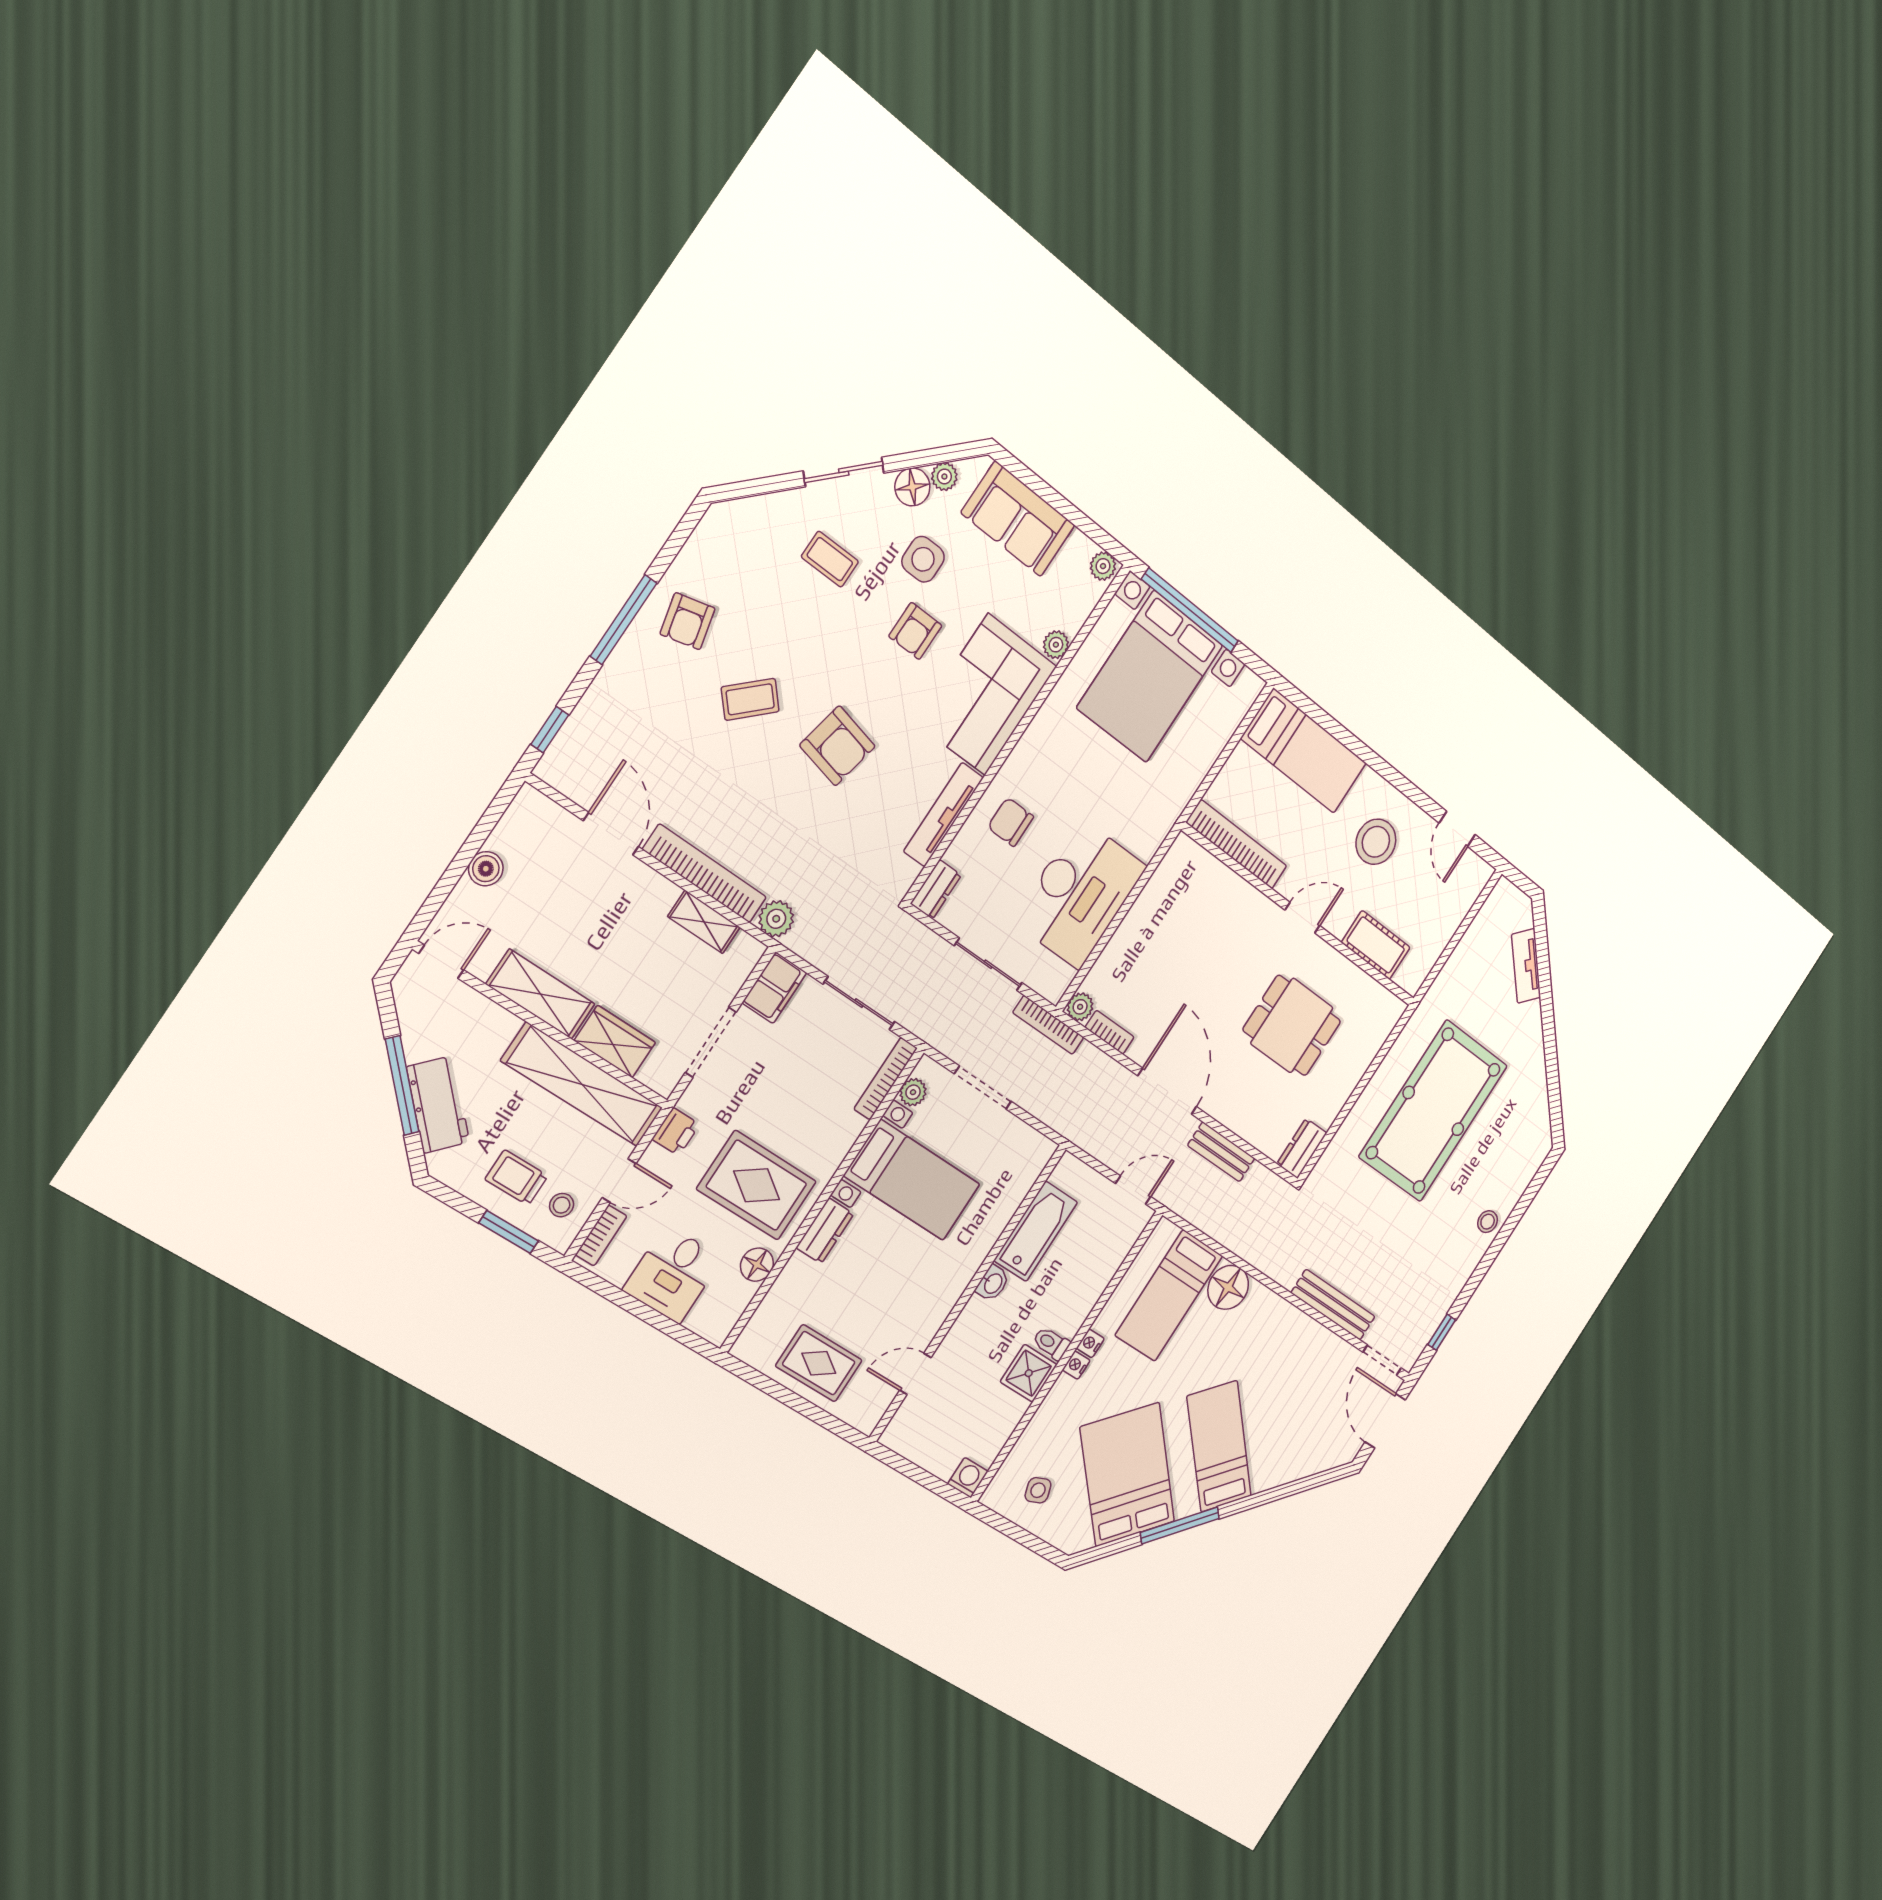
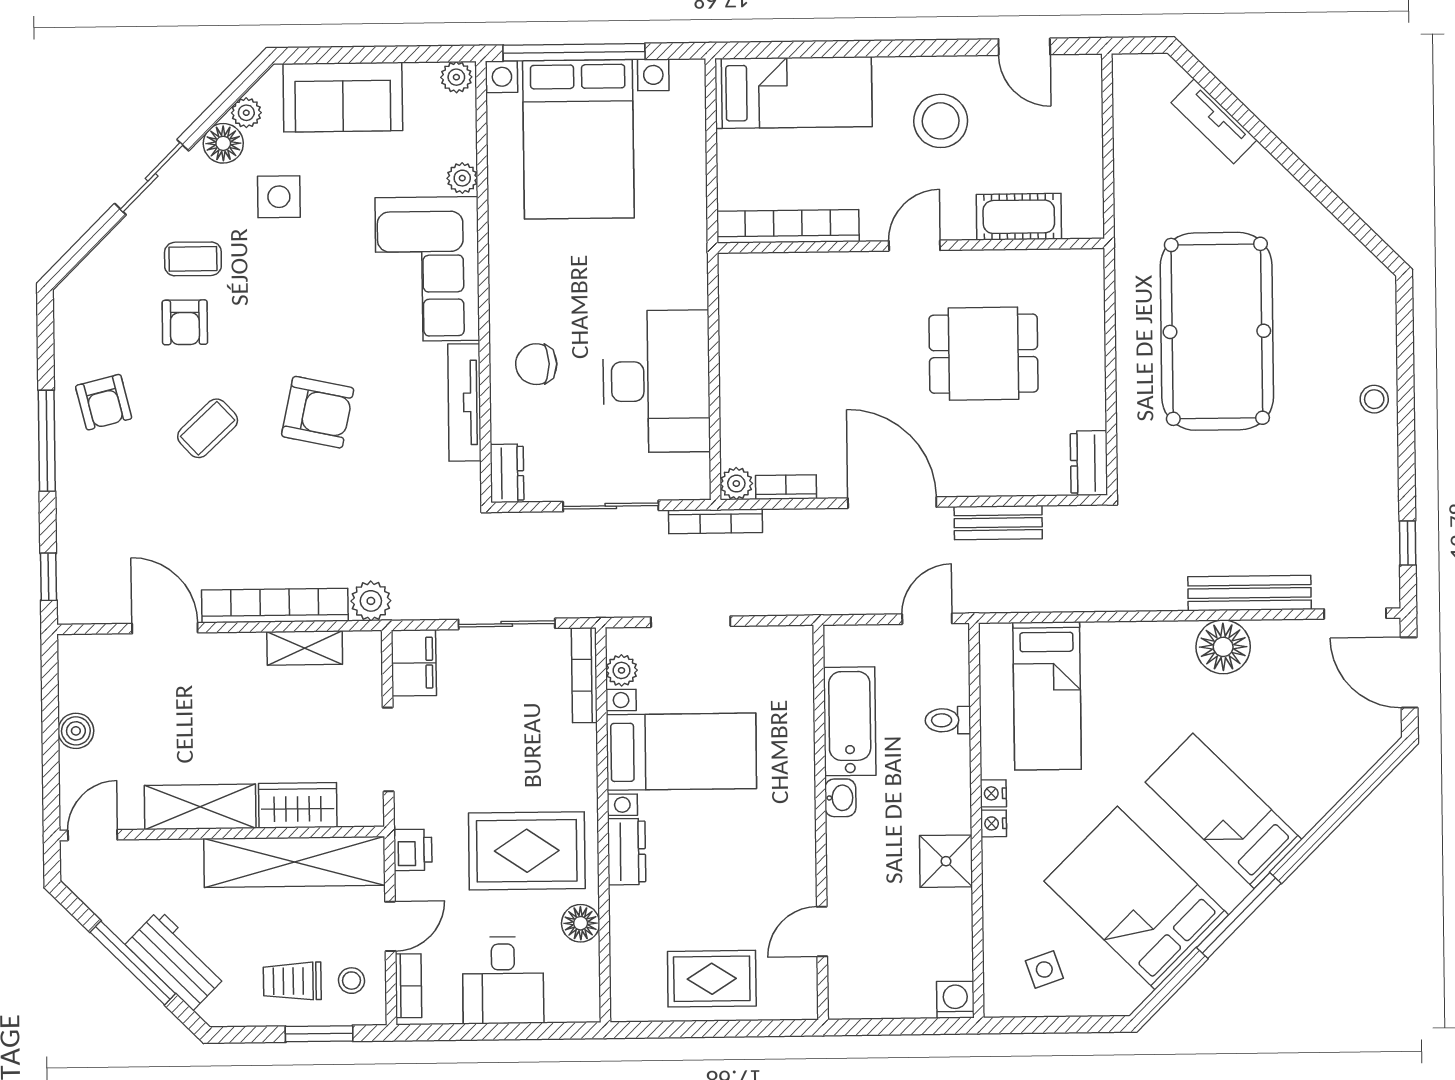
armchair: (915, 631) -> (185, 322), moved
floor lamp: (1228, 1287) -> (1223, 647), moved
toilet: (1051, 1343) -> (948, 720), moved

